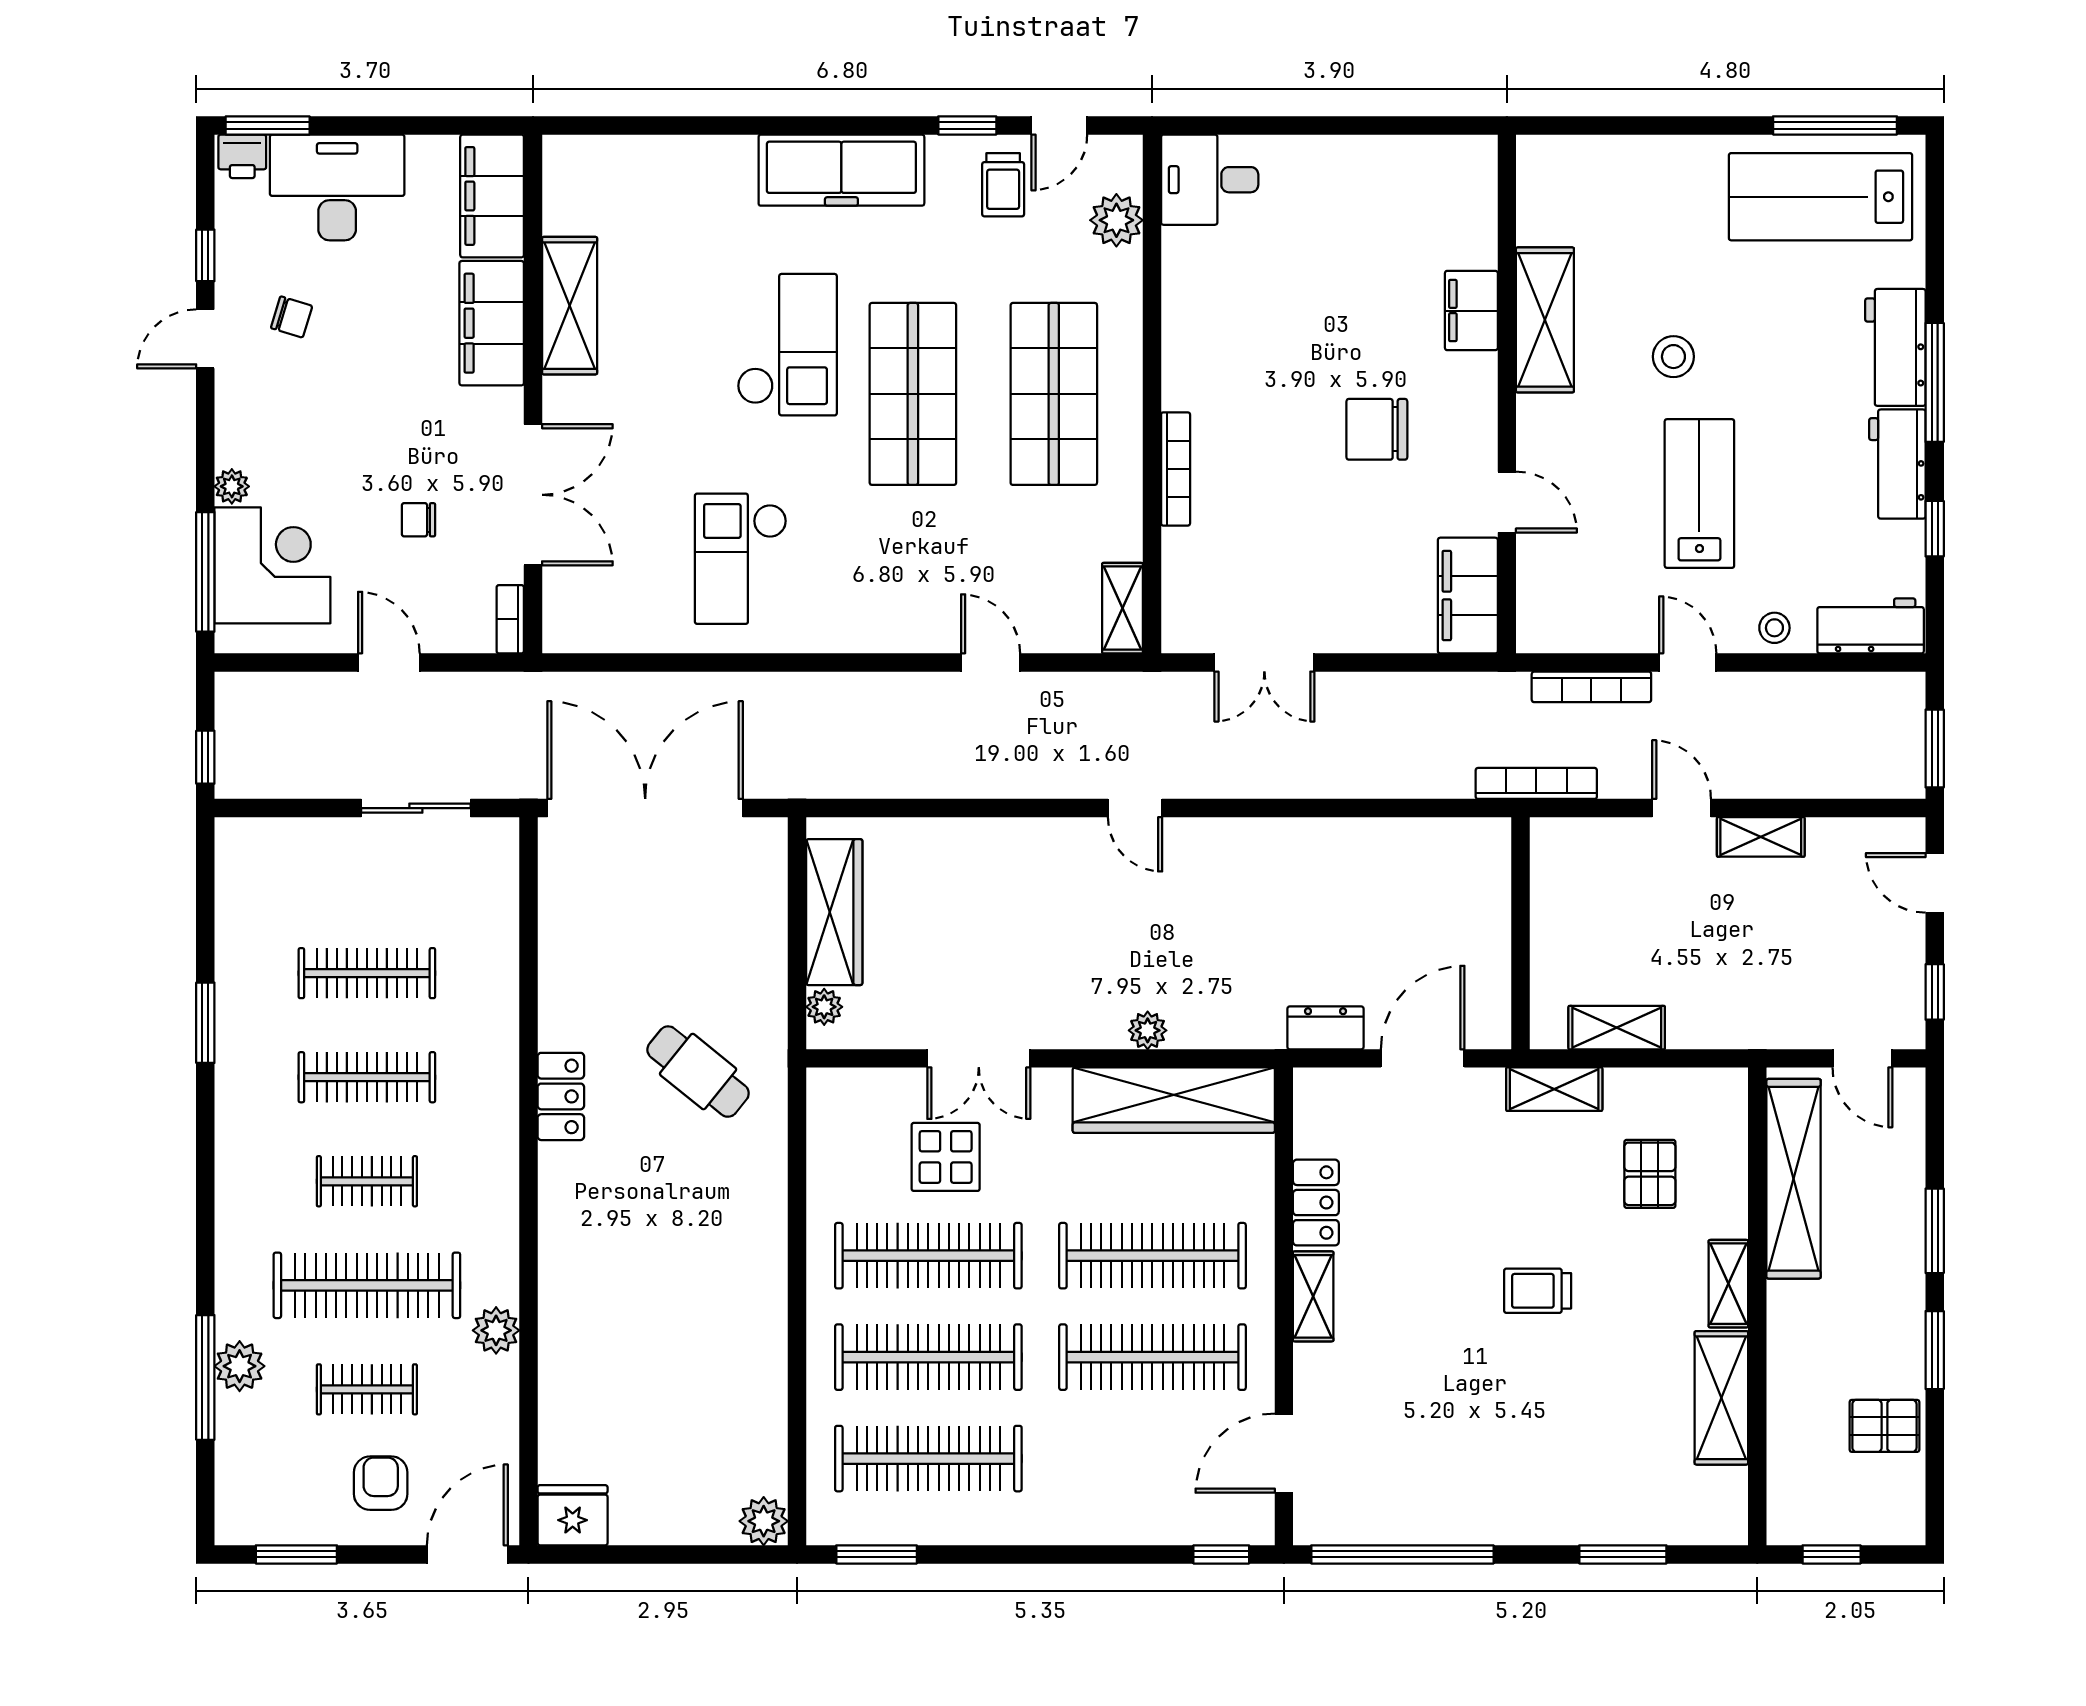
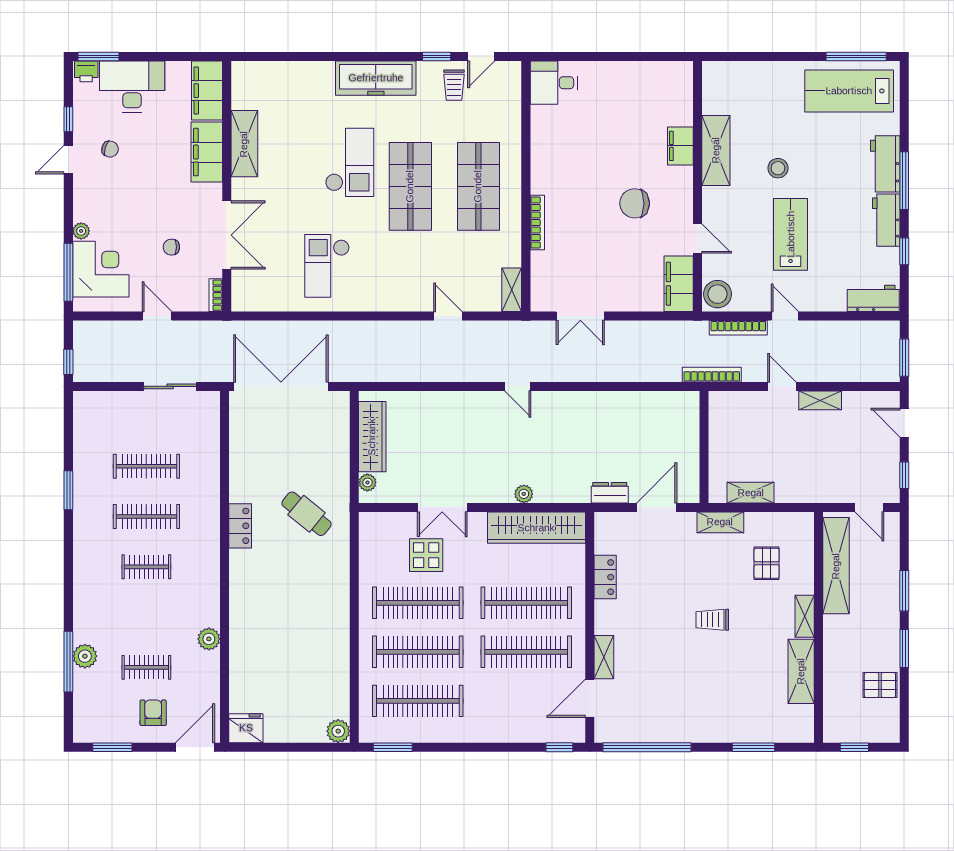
plant: (1116, 220) -> (509, 102), removed
stool: (1774, 628) -> (717, 294), moved, width x1.89, depth x1.89
clothes rail: (367, 1285) -> (146, 617), removed
shelving: (1313, 1296) -> (604, 657), moved

